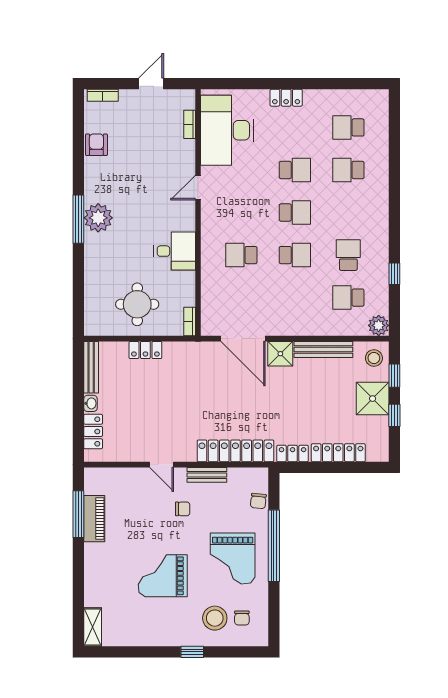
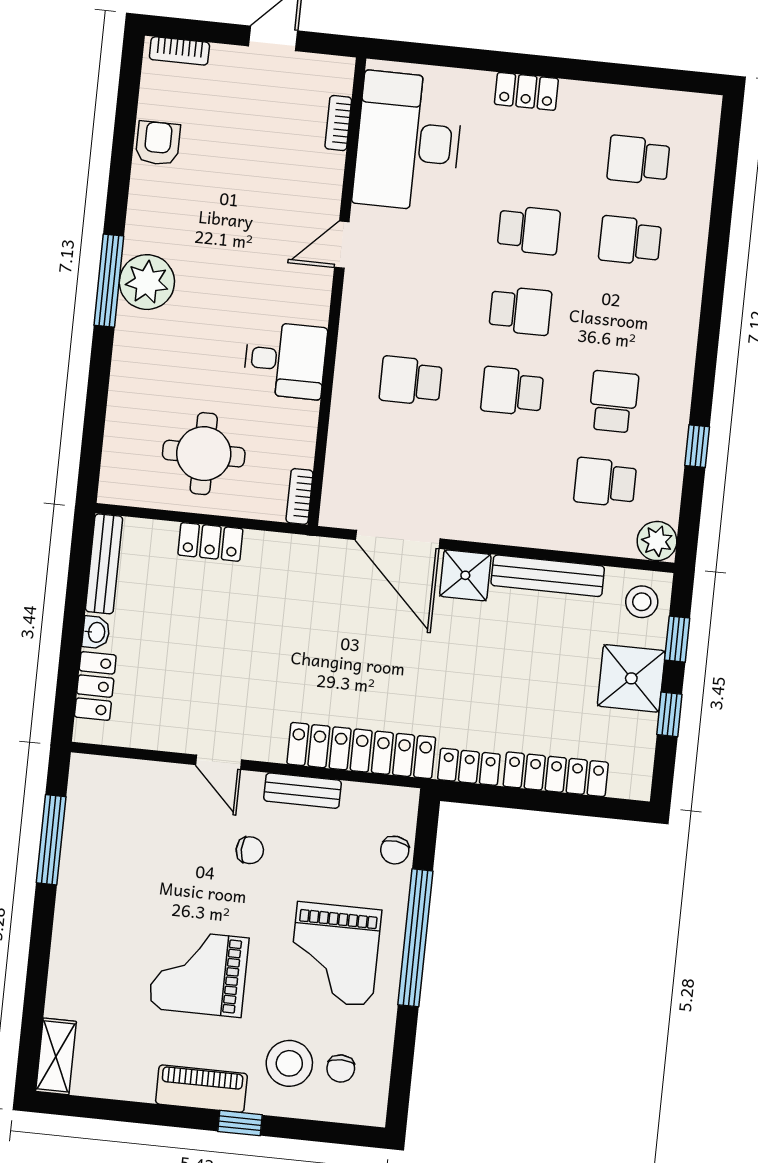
school desk: (295, 255) -> (512, 391), turned 180
piano: (94, 519) -> (201, 1089), moved, turned -90

